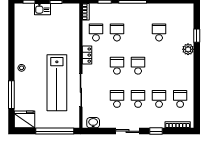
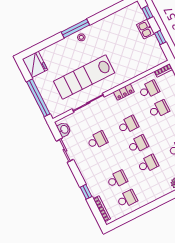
window: (11, 95) -> (75, 29), moved
school desk: (138, 99) -> (148, 164), moved
sliding door: (127, 131) -> (65, 150), moved

